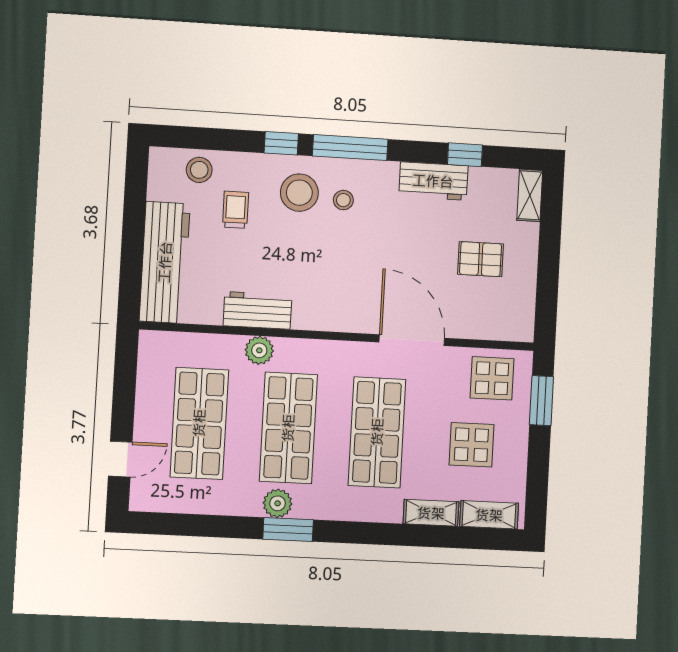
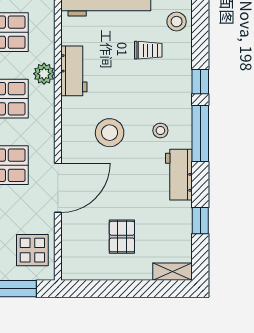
workbench: (433, 181) -> (179, 175), moved
stool: (299, 193) -> (110, 133), moved

